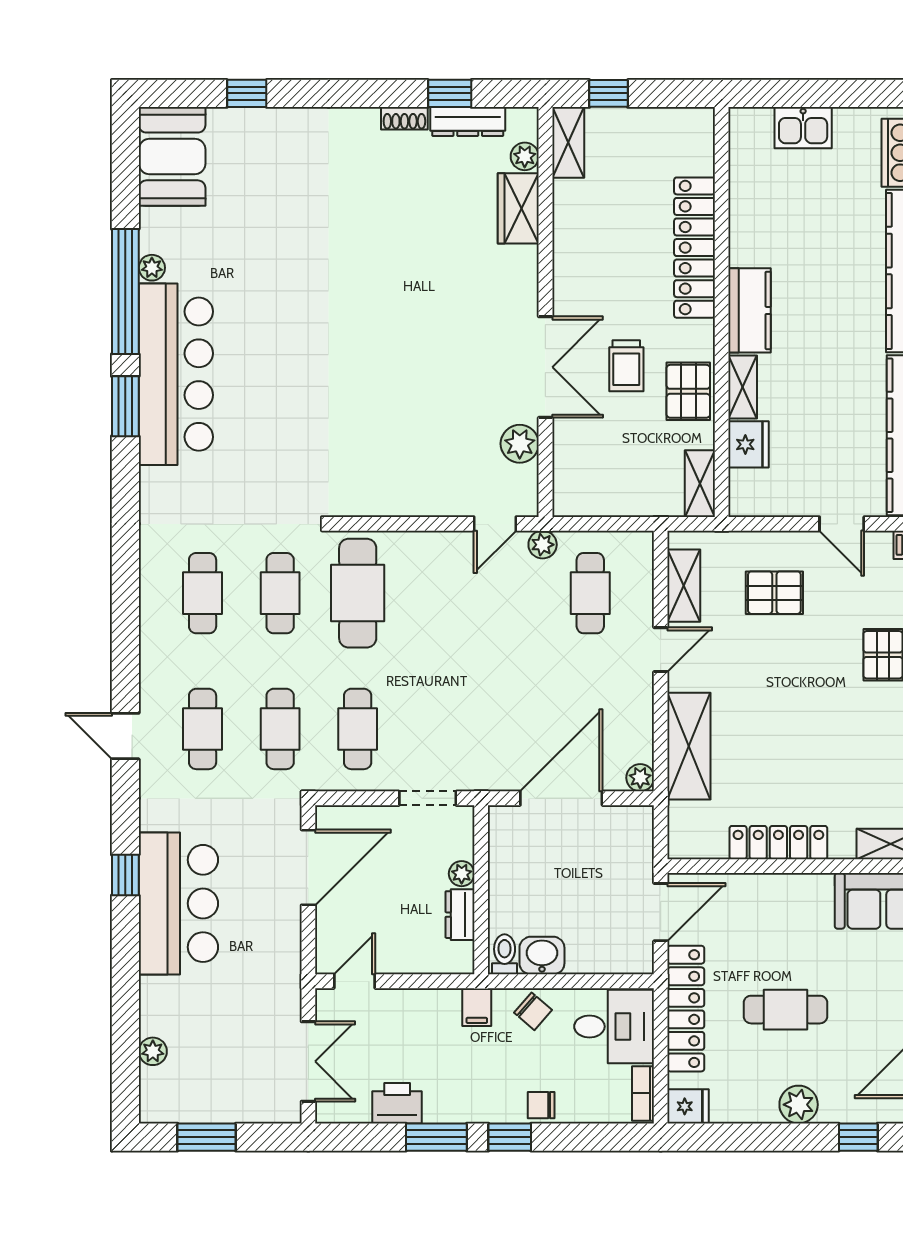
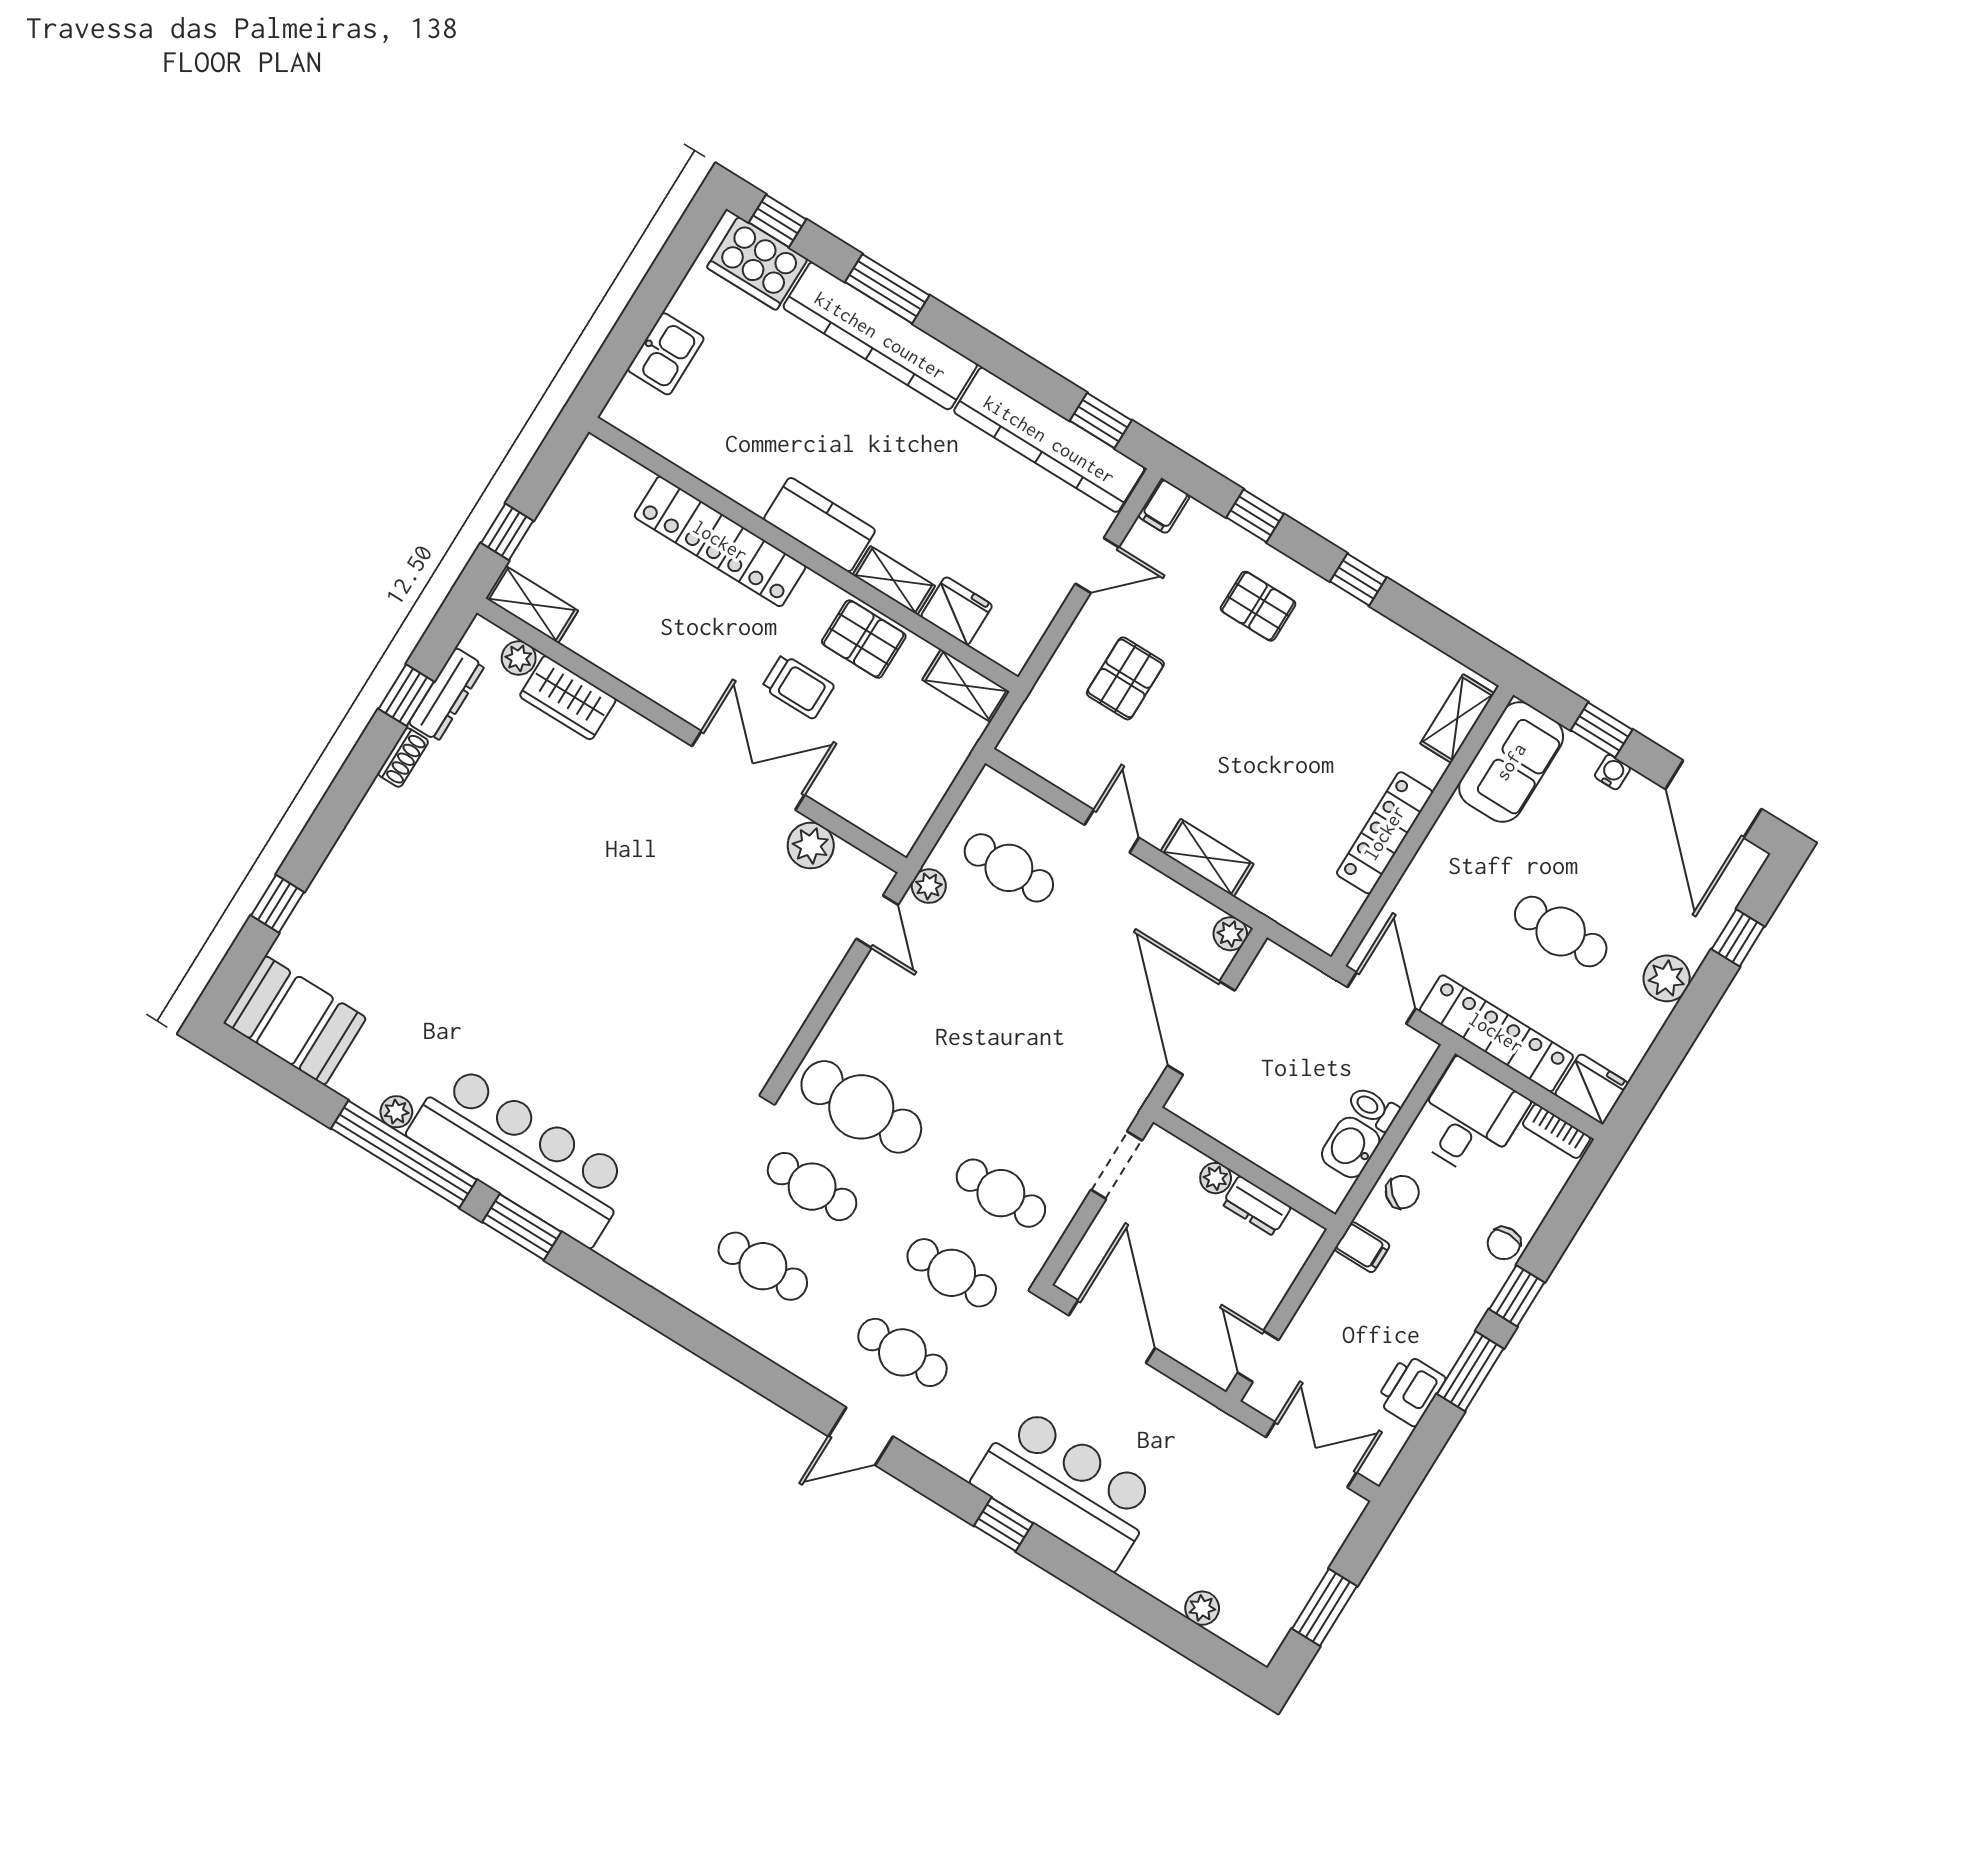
shelving: (684, 586) -> (1061, 767), removed
shelving: (689, 746) -> (1207, 858), width x0.67, depth x0.75
toilet: (505, 954) -> (1373, 1108), moved
cafe table: (785, 1010) -> (1561, 932), turned 90
fridge: (688, 1106) -> (1592, 1089), width x1.38

